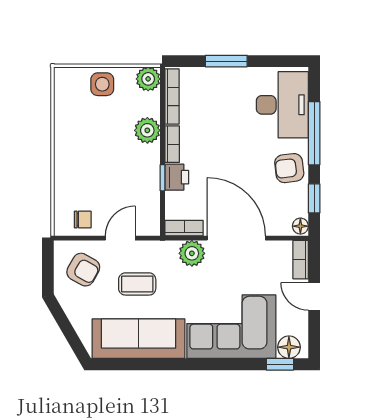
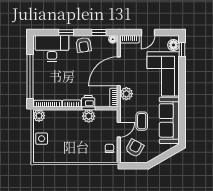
window: (226, 61) -> (30, 76), width x2.11
plant: (147, 130) -> (89, 116), moved
window: (314, 133) -> (66, 32), width x0.46
door: (120, 238) -> (119, 130), swing flipped

